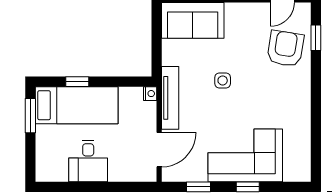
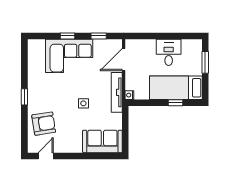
window: (316, 38) -> (24, 97), moved
armchair: (285, 49) -> (44, 124), turned -108
window: (30, 116) -> (205, 62), moved

